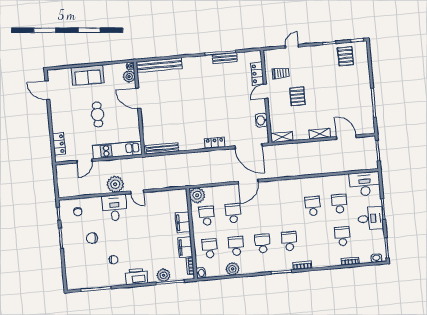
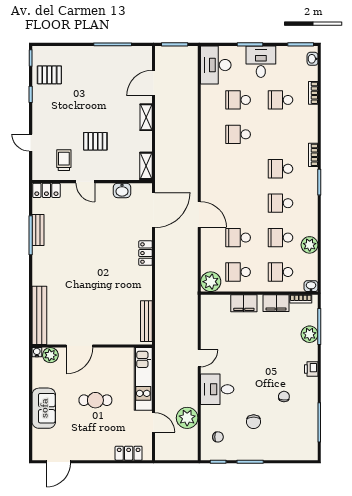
locker: (257, 73) -> (46, 190), moved
plant: (115, 184) -> (187, 418), moved
printer: (137, 276) -> (311, 369), width x0.53, depth x0.68

